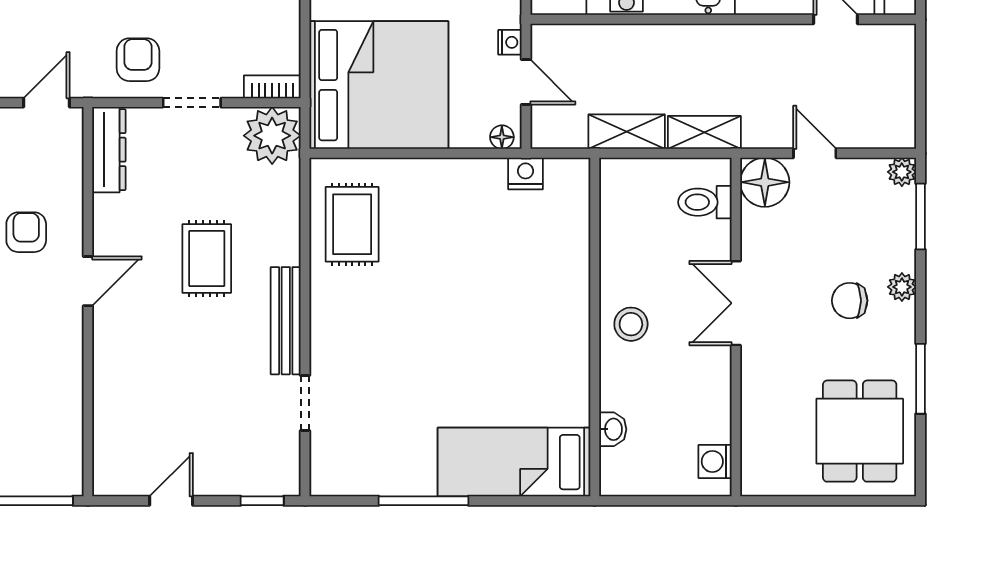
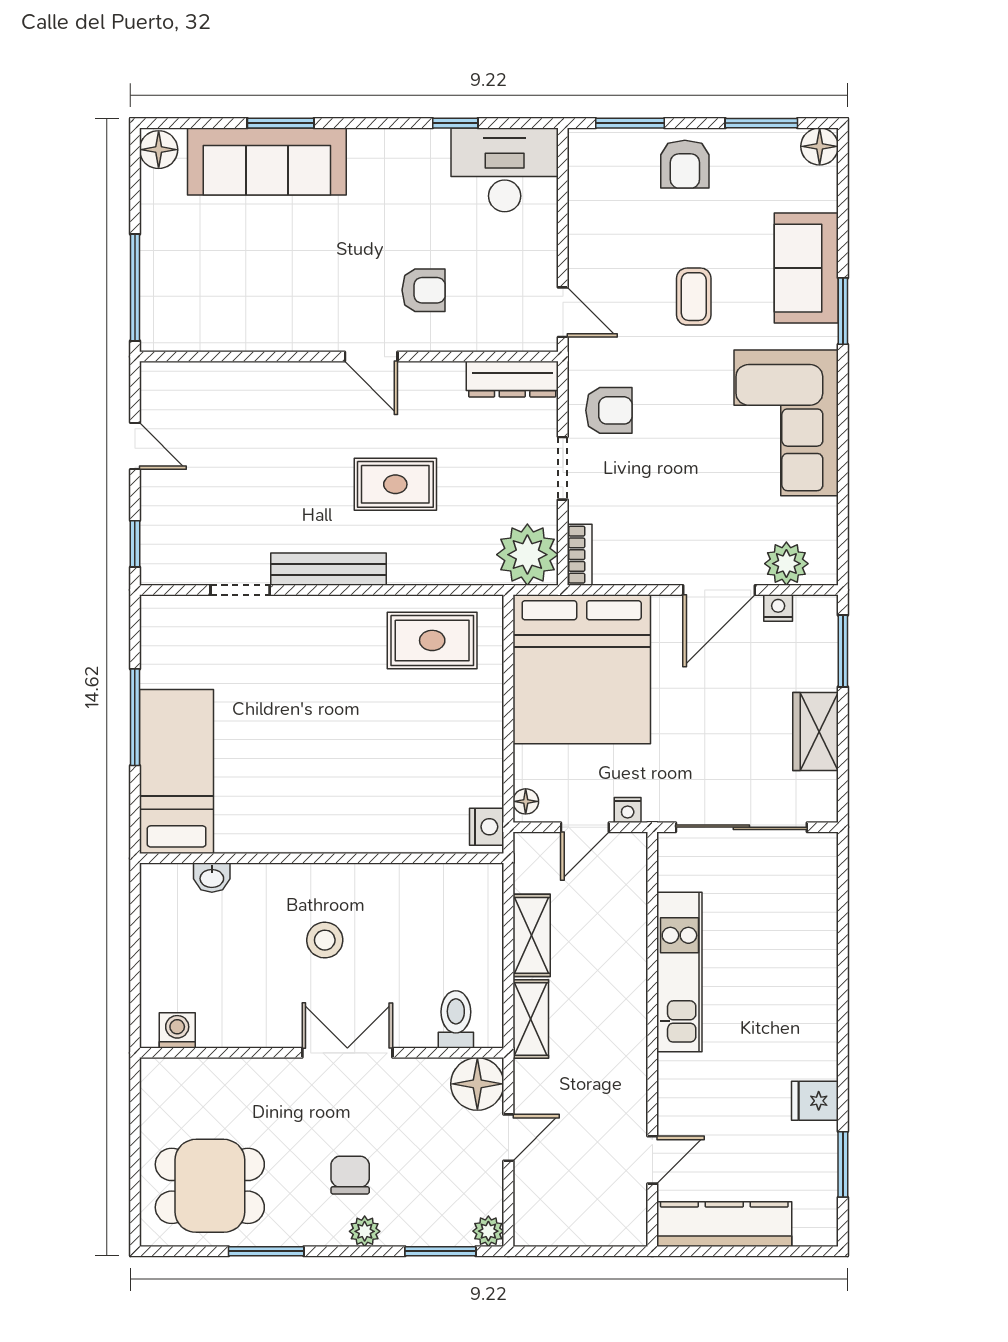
wall: (595, 327) -> (322, 858), moved
washbasin: (613, 429) -> (212, 878), moved
bed: (514, 462) -> (177, 772), moved

